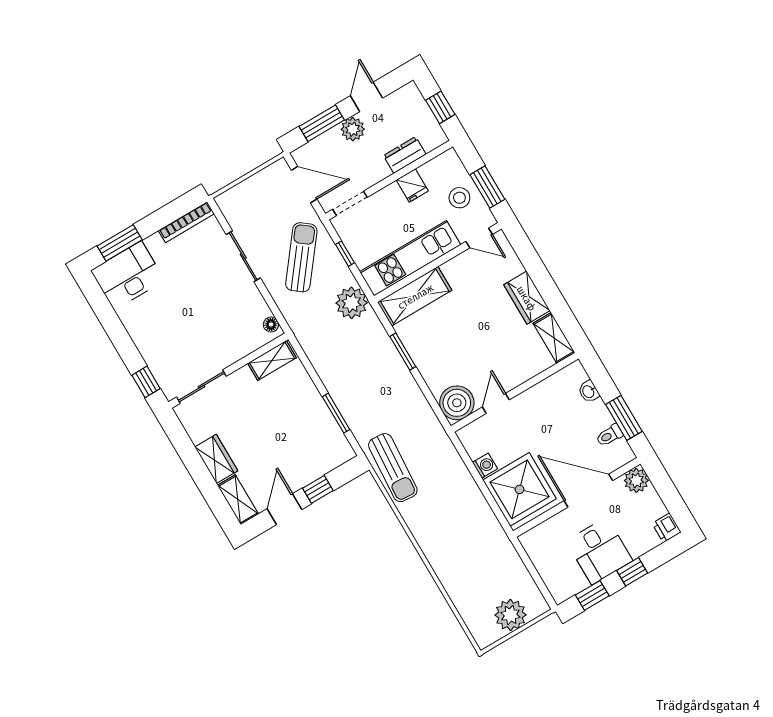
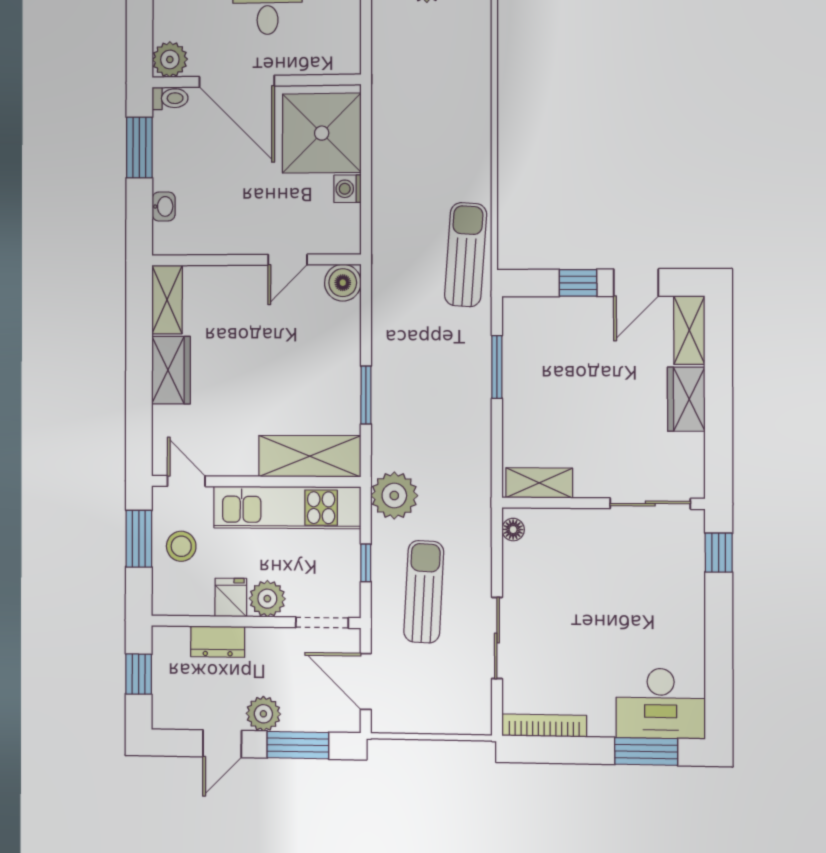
plant: (390, 198) -> (267, 599), added
sun lounger: (301, 257) -> (424, 592), turned 145
boiler: (457, 403) -> (343, 283), width x0.73, depth x0.73
toilet: (609, 435) -> (170, 98), moved

